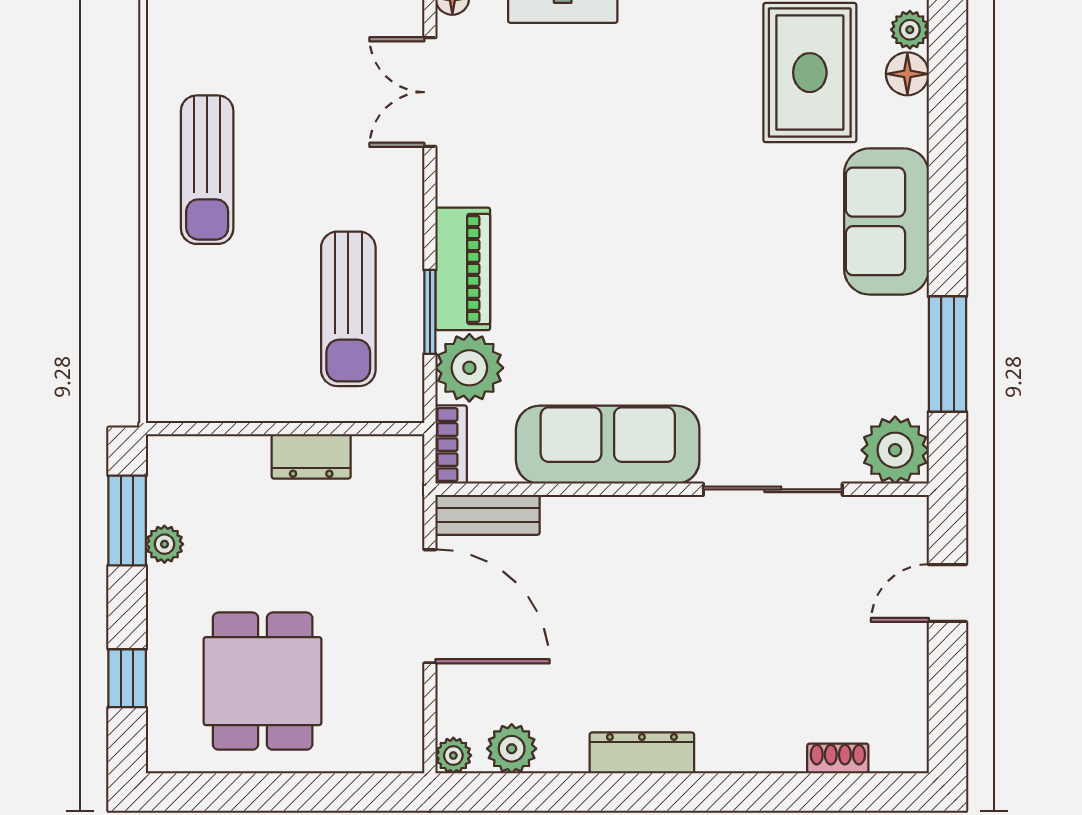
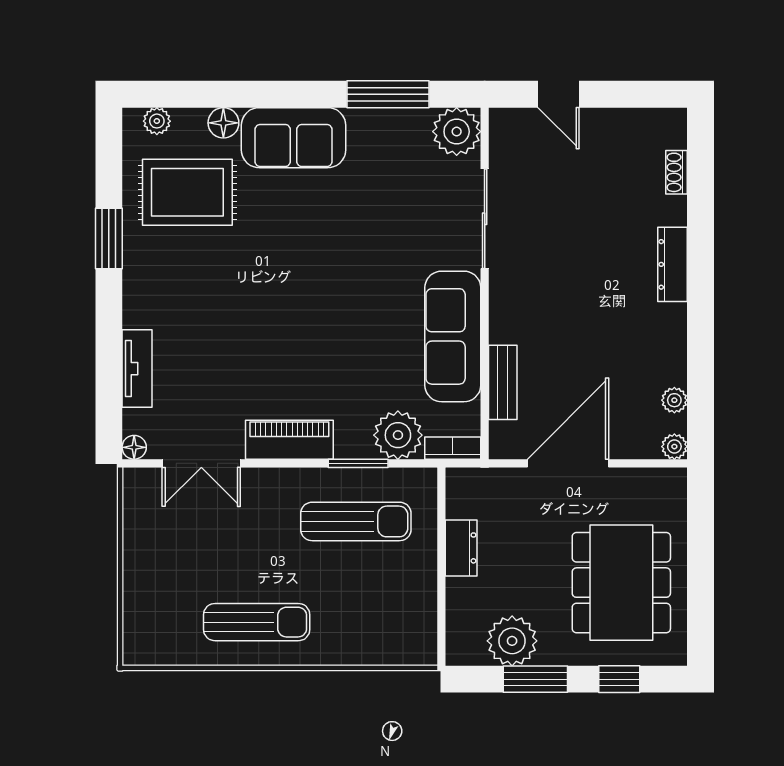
floor lamp: (907, 74) -> (223, 123), moved
piano: (463, 269) -> (289, 440), moved
bench: (488, 515) -> (503, 382), moved
window: (127, 521) -> (535, 679), moved
plant: (164, 544) -> (512, 641), width x1.88, depth x1.88
dining table: (263, 681) -> (621, 583), width x1.38
plant: (512, 749) -> (674, 400), width x0.73, depth x0.73
dresser: (642, 753) -> (673, 264), moved

